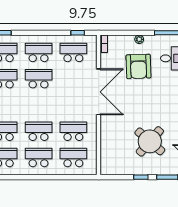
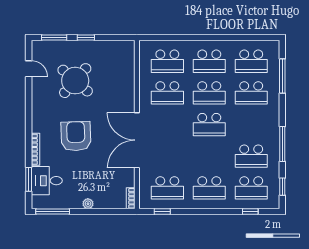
armchair: (138, 66) -> (76, 136), moved
school desk: (39, 79) -> (209, 125), moved

